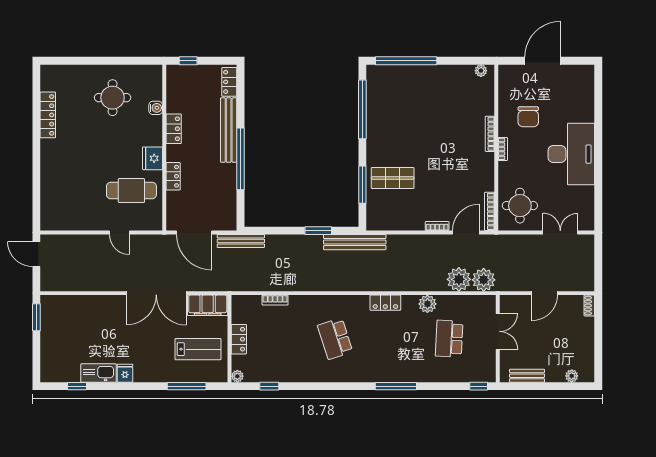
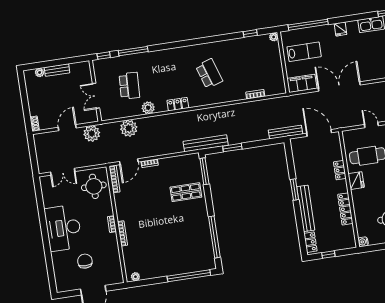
window: (188, 61) -> (328, 255), moved
water cooler: (156, 108) -> (363, 242), moved
chair: (528, 117) -> (85, 261), moved
locker: (174, 129) -> (345, 209), width x1.53
window: (241, 159) -> (294, 189), width x0.47
window: (362, 185) -> (204, 171), moved
plant: (484, 280) -> (92, 134), moved
locker: (239, 339) -> (277, 63), removed
lab bench: (198, 349) -> (304, 52), turned 180
fridge: (125, 373) -> (340, 29), moved
bench: (527, 376) -> (57, 70), moved
window: (187, 386) -> (308, 25), width x1.46
window: (396, 386) -> (133, 51), moved

